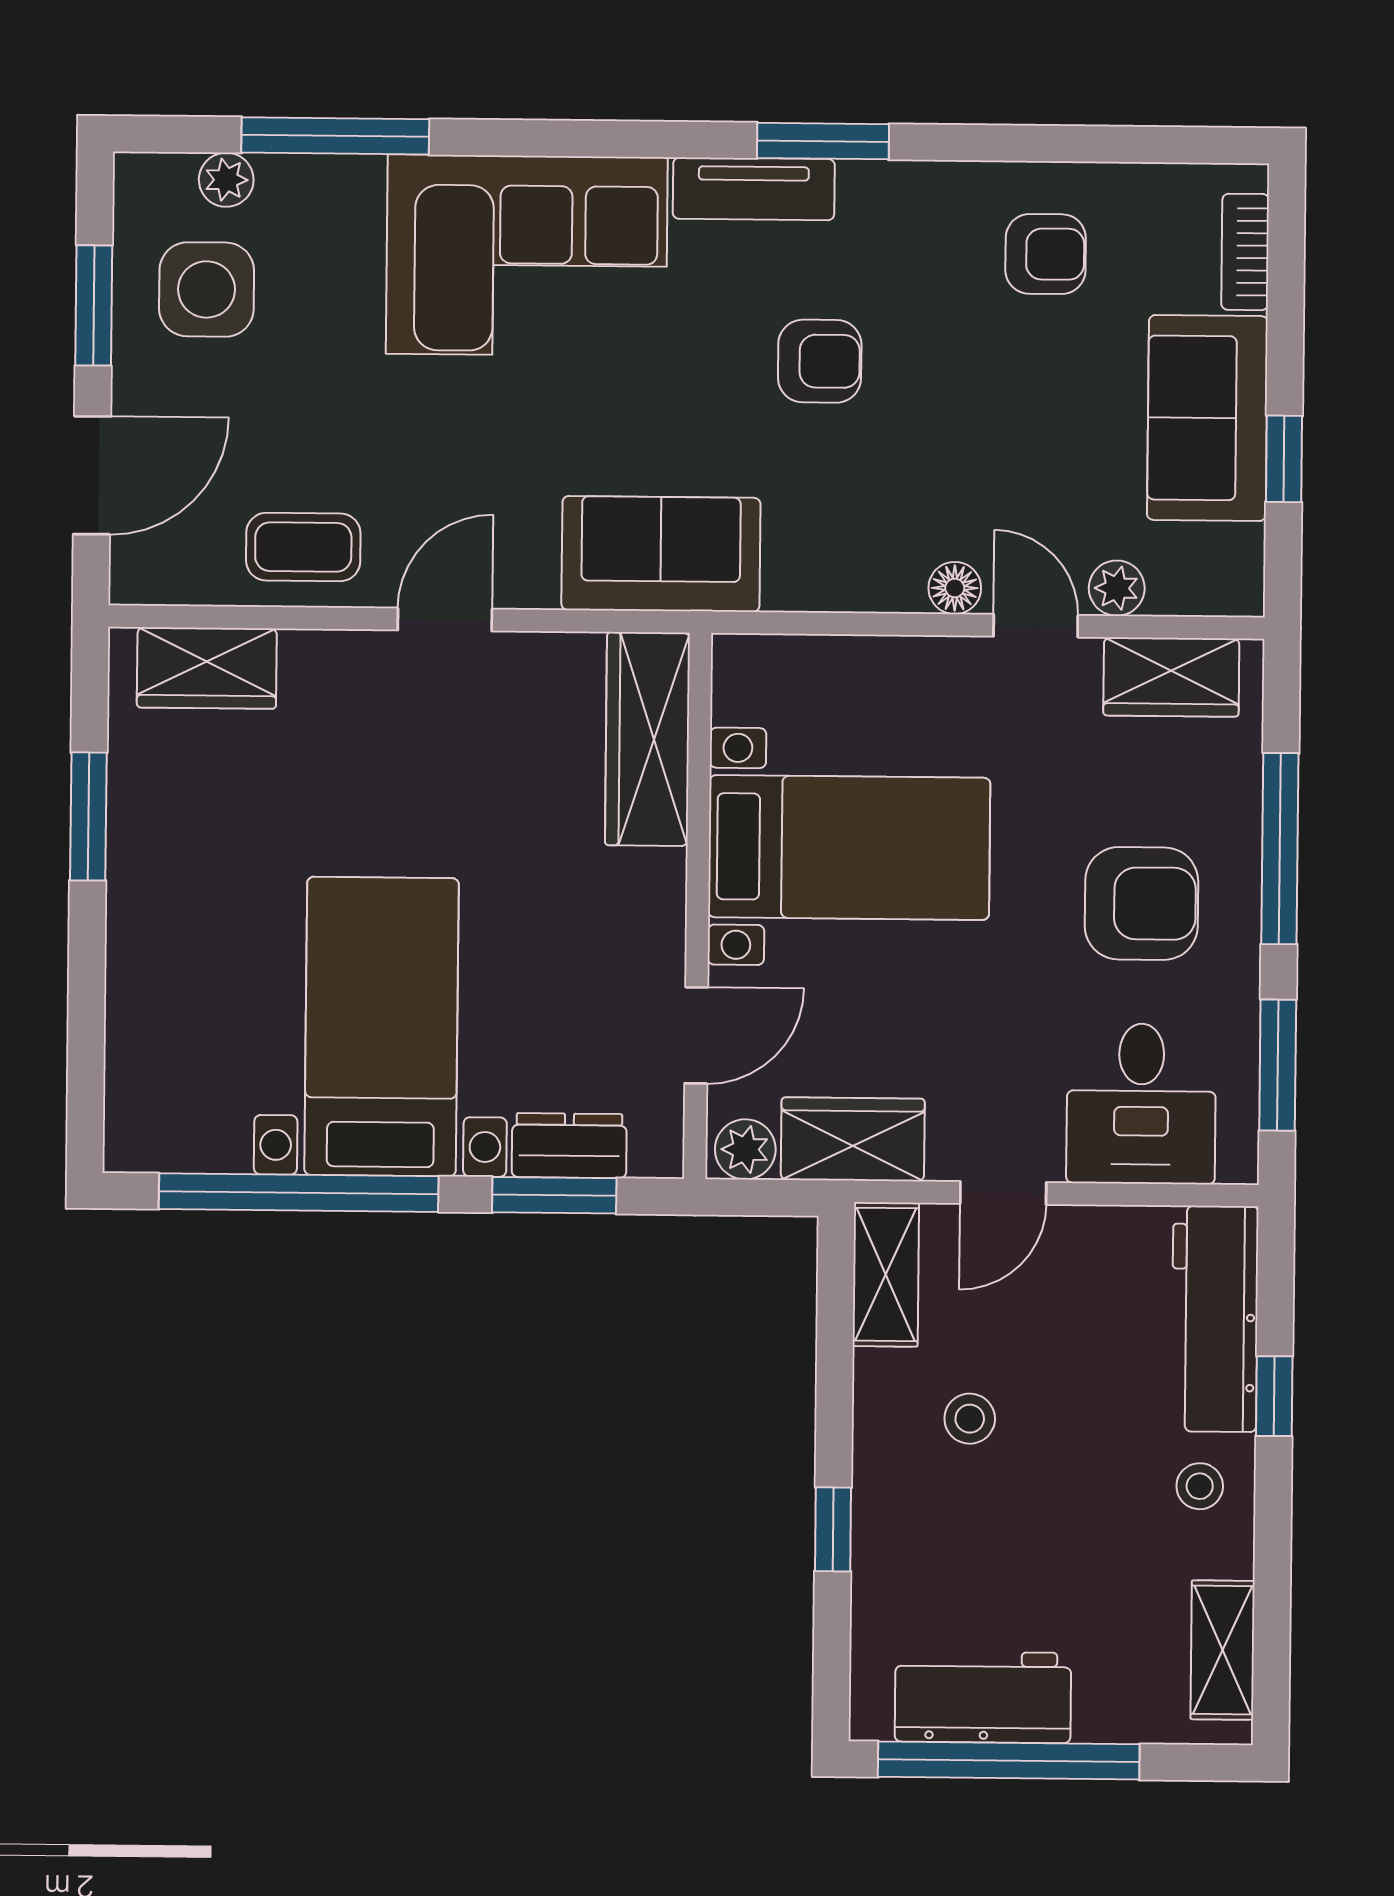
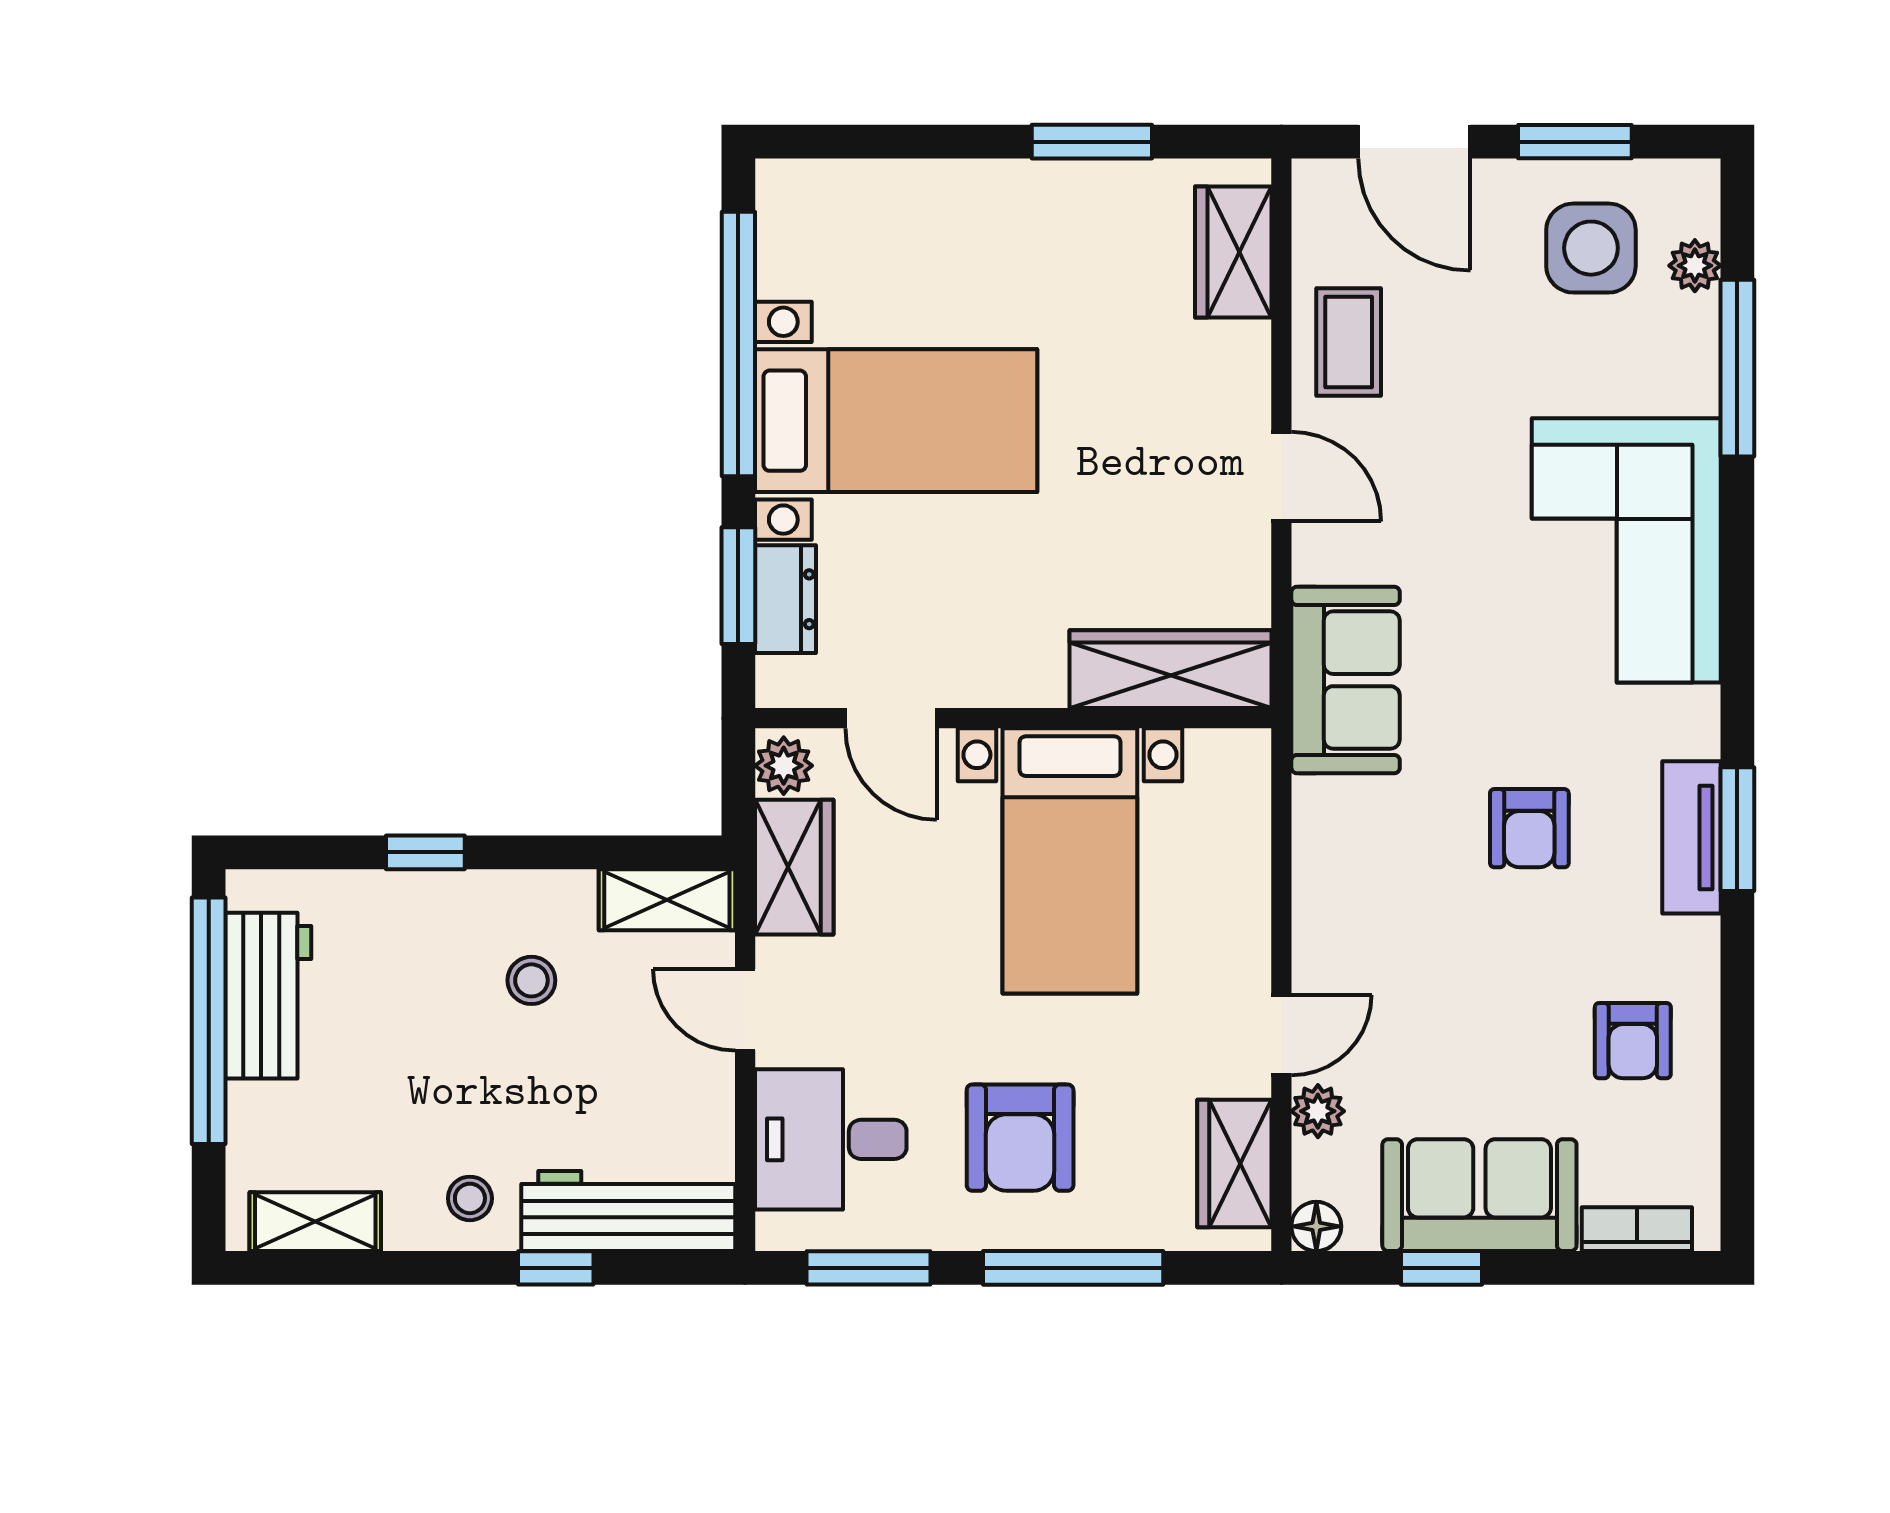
tv unit: (754, 189) -> (1691, 837), moved
floor lamp: (955, 588) -> (1316, 1226), moved

